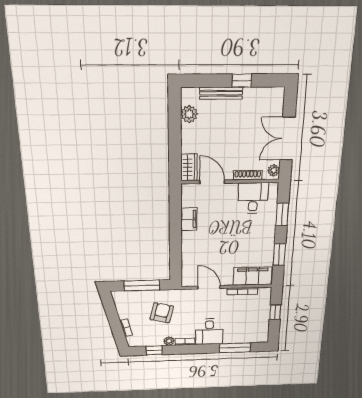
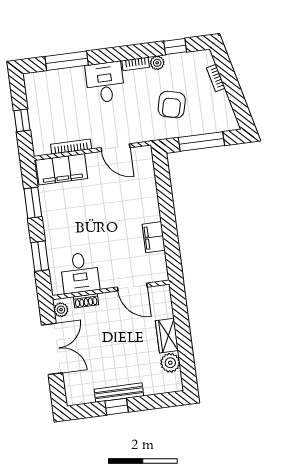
bench: (221, 93) -> (119, 393), moved
wardrobe: (189, 167) -> (167, 336), moved
shoe rack: (248, 175) -> (86, 301), width x0.70

